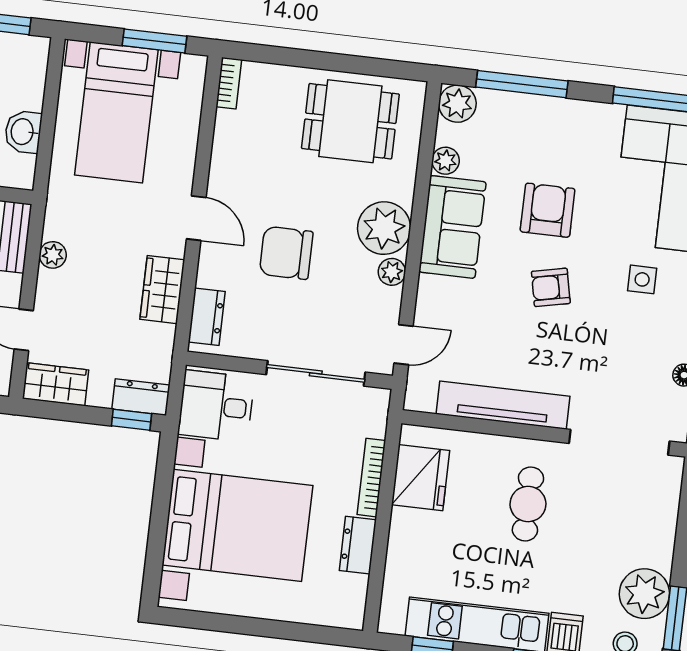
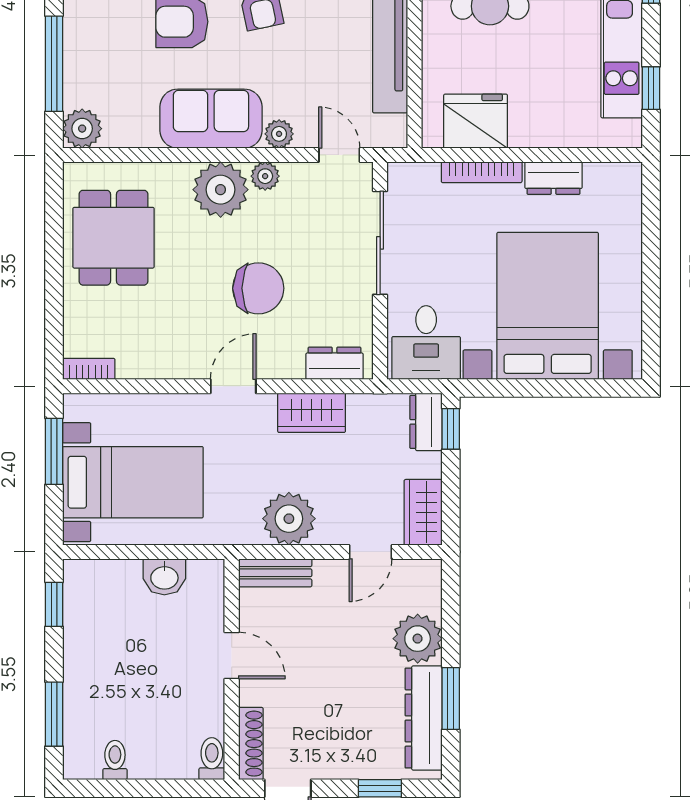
plant: (446, 161) -> (279, 134), moved
chair: (286, 253) -> (258, 288), turned -90
plant: (53, 255) -> (289, 519), width x1.88, depth x1.88

